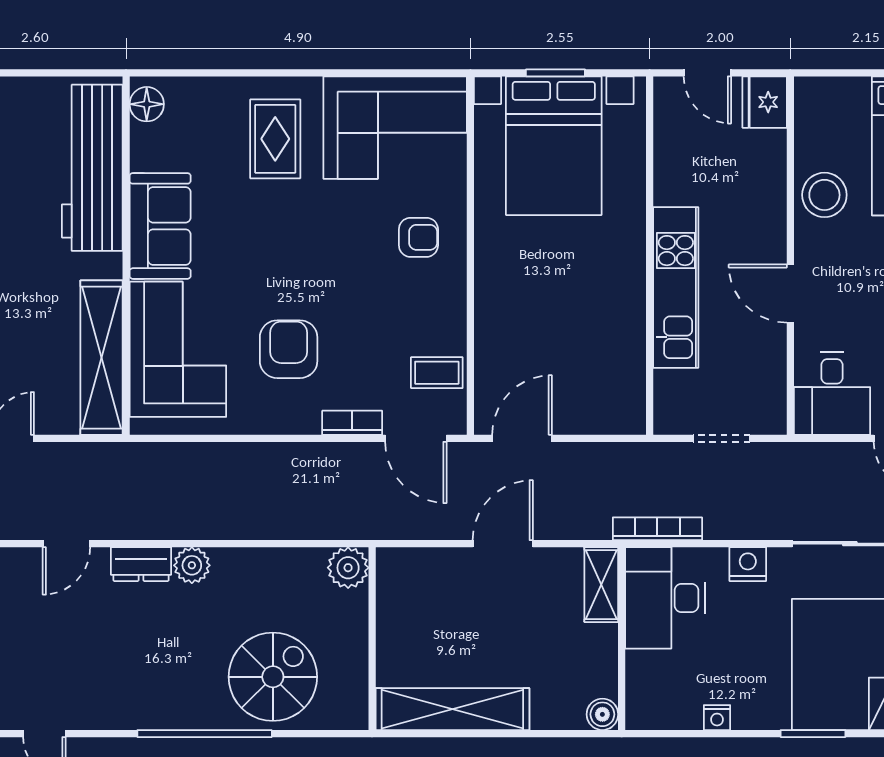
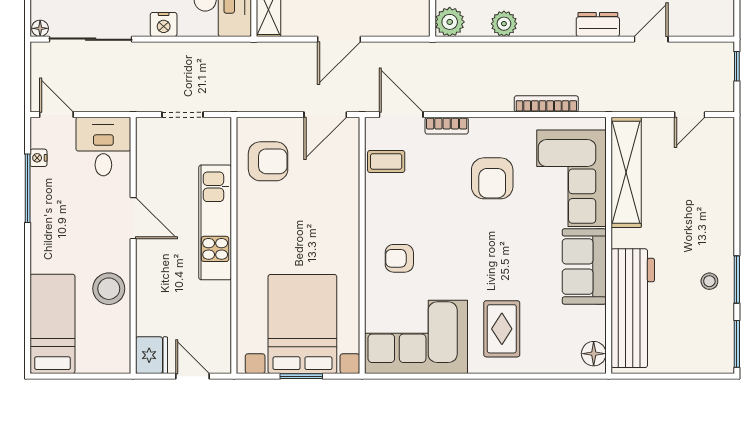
armchair: (602, 373) -> (268, 161), added
bookcase: (657, 529) -> (546, 104), moved, turned 180
plant: (192, 565) -> (504, 24), moved

